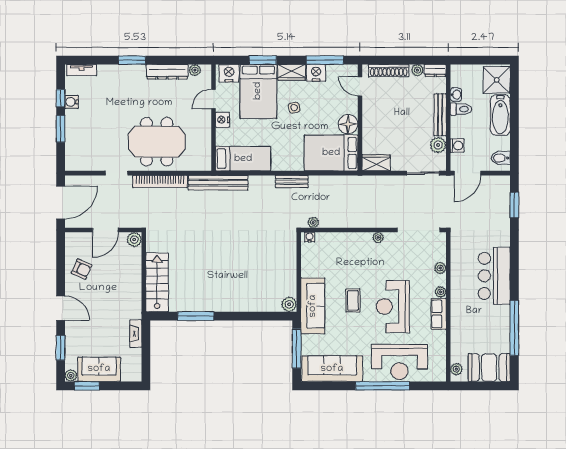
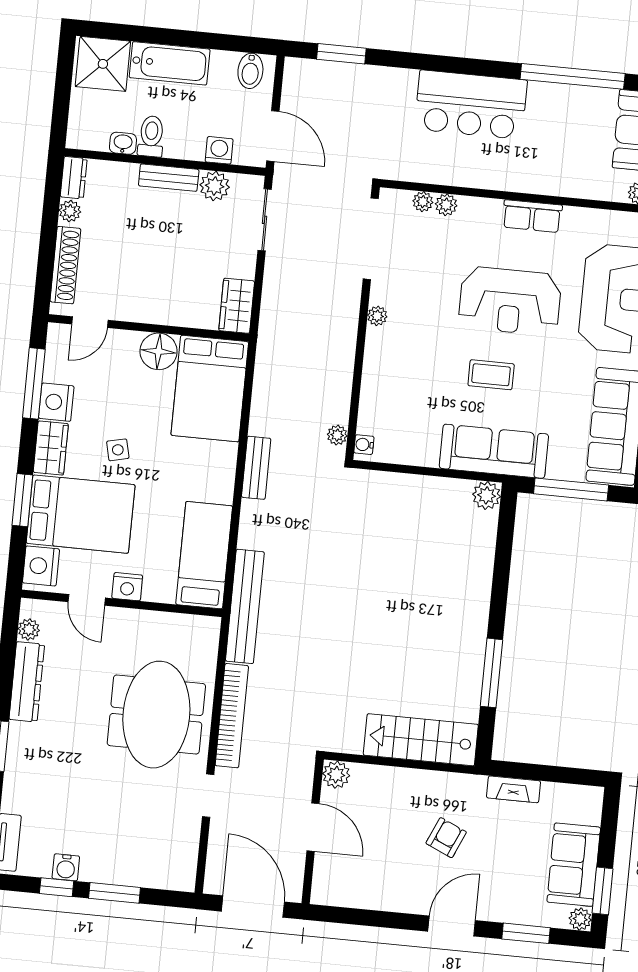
bench: (440, 115) -> (169, 178), width x0.73
armchair: (82, 269) -> (446, 838), moved
plant: (441, 292) -> (423, 202), moved

